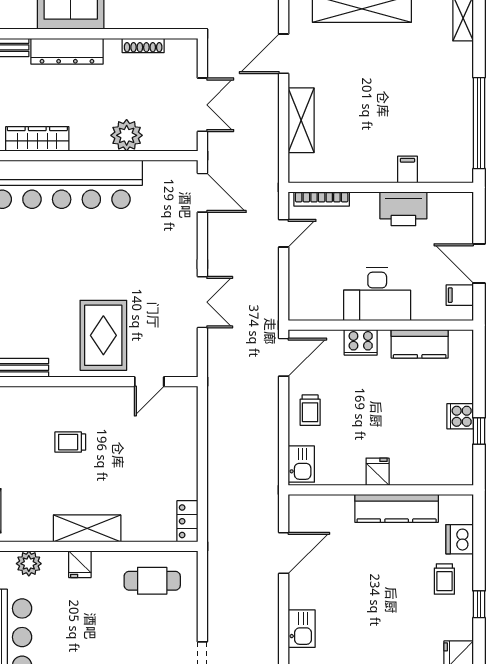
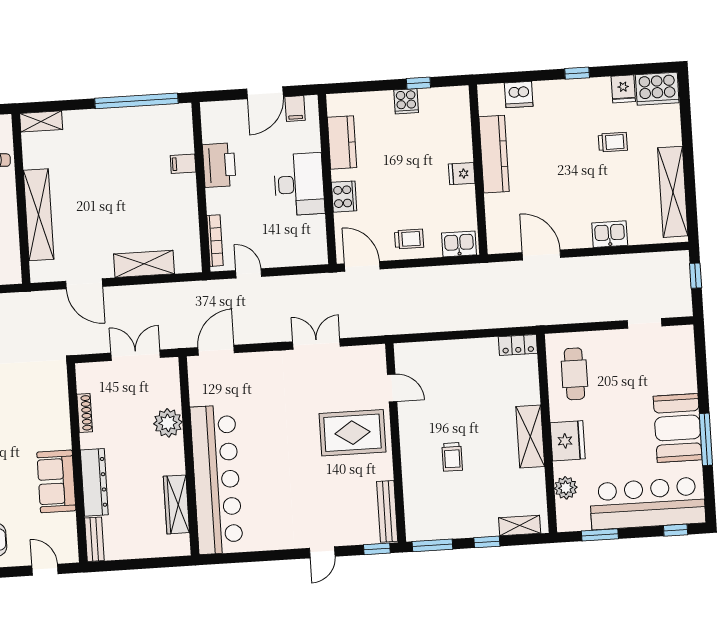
fridge: (80, 564) -> (568, 441), width x1.88, depth x1.34
trolley: (444, 579) -> (613, 142), moved

